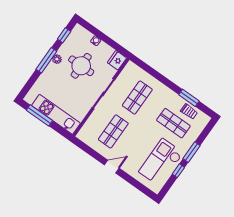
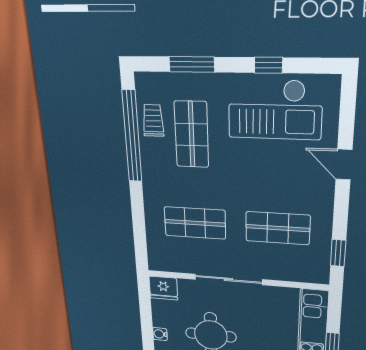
window: (189, 98) -> (132, 137), width x2.11
window: (87, 149) -> (338, 253), added
window: (191, 152) -> (192, 64), moved
door: (112, 167) -> (344, 164), moved

